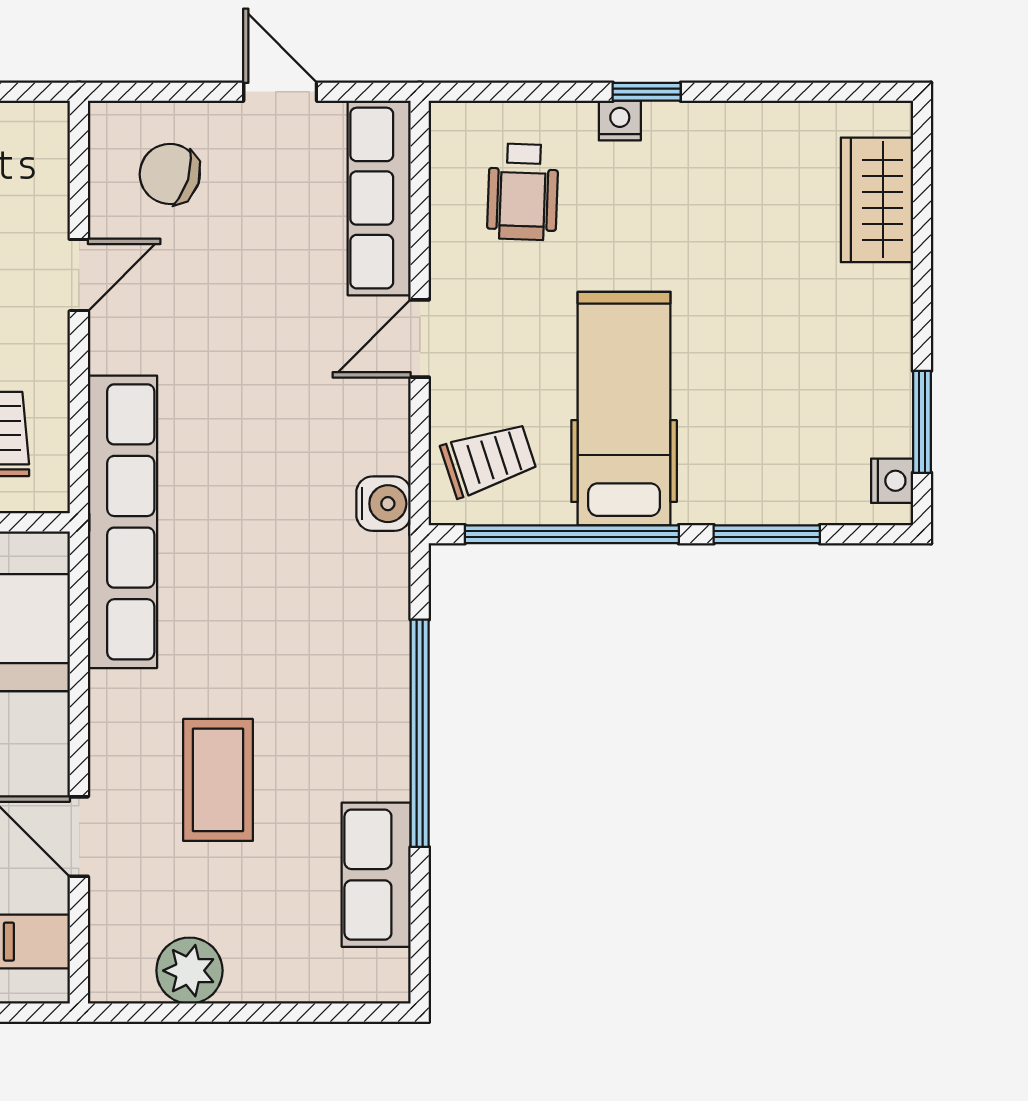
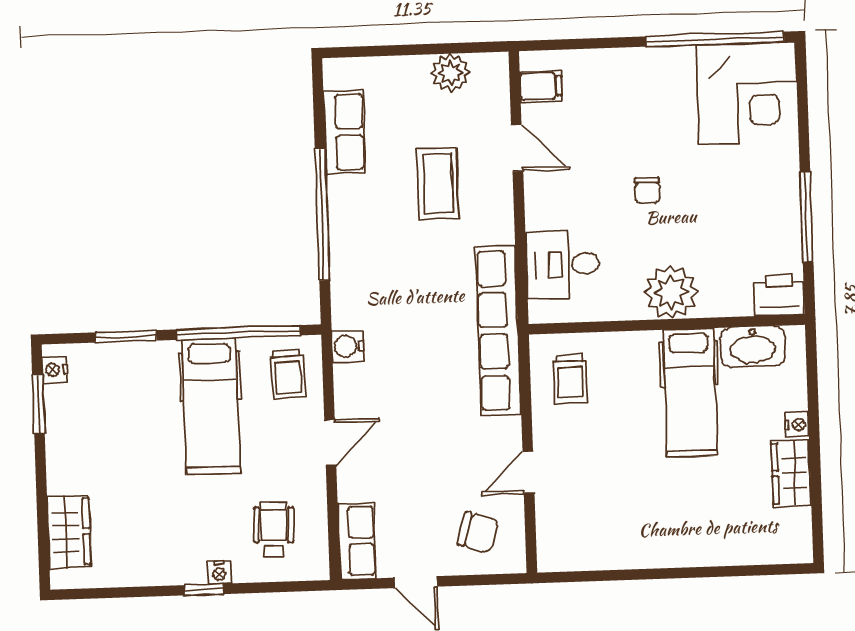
row of seats: (379, 198) -> (357, 541), width x0.68
trolley: (489, 459) -> (288, 374), turned -75

